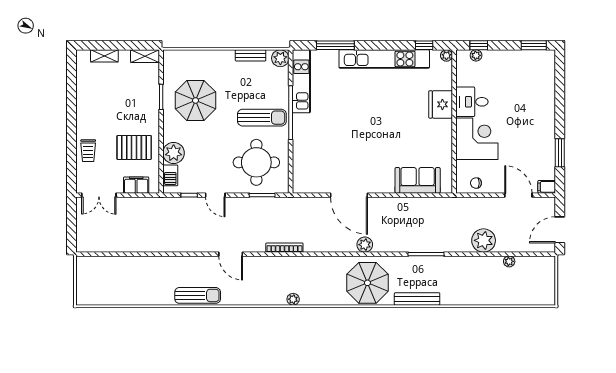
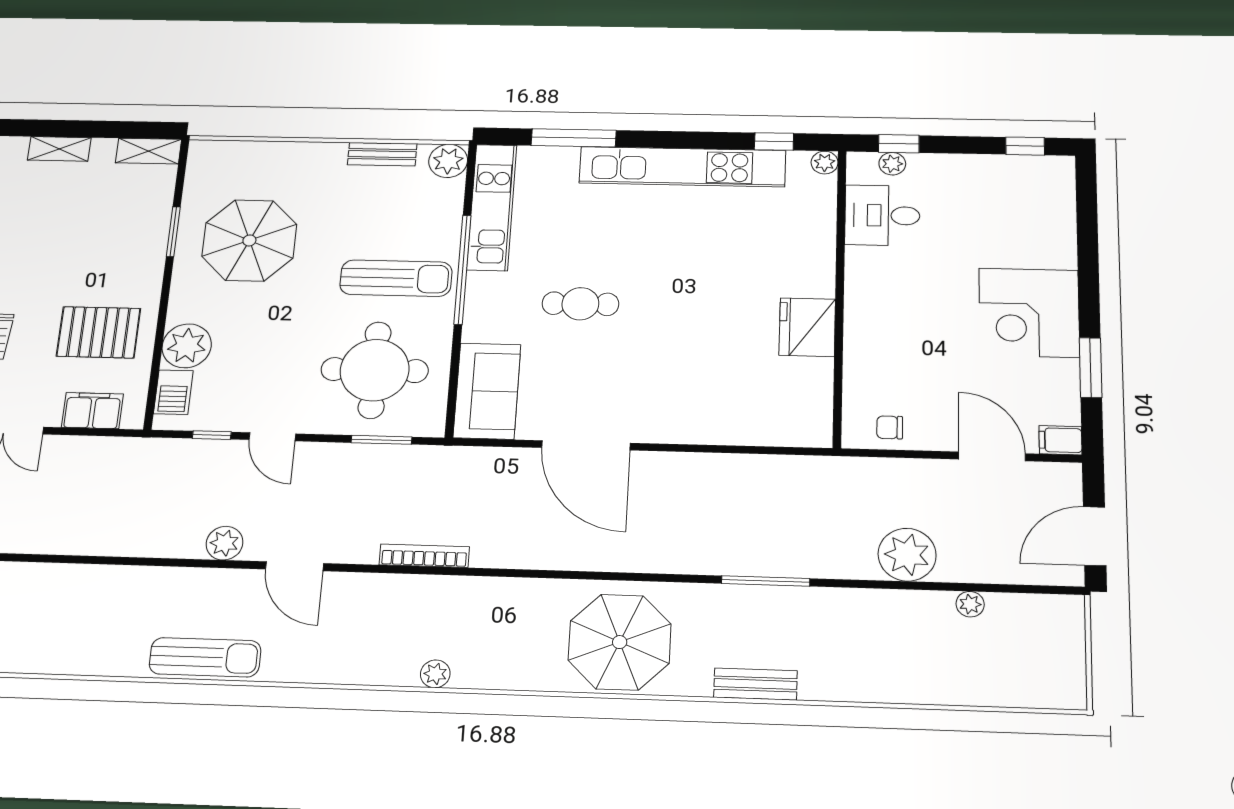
window: (534, 45) -> (1025, 146), width x0.67
desk: (472, 102) -> (882, 215), moved
fridge: (441, 104) -> (807, 327), moved
cafe table: (343, 128) -> (580, 304), added
corner desk: (477, 139) -> (1029, 313), moved, turned 180
sofa: (418, 180) -> (487, 391), moved, turned 90
plant: (365, 245) -> (224, 543), moved
bench: (417, 299) -> (755, 684), width x0.73

